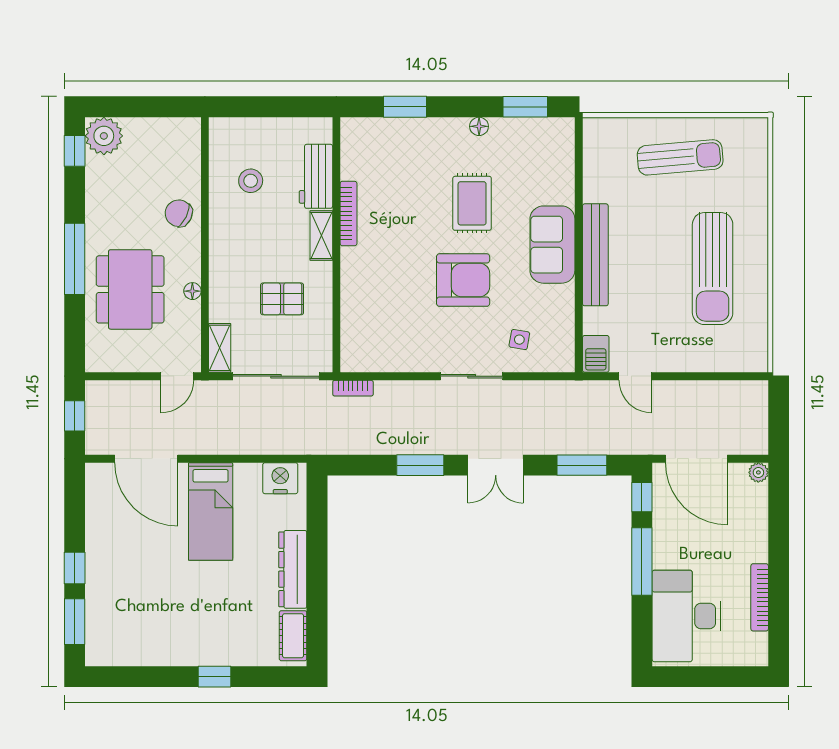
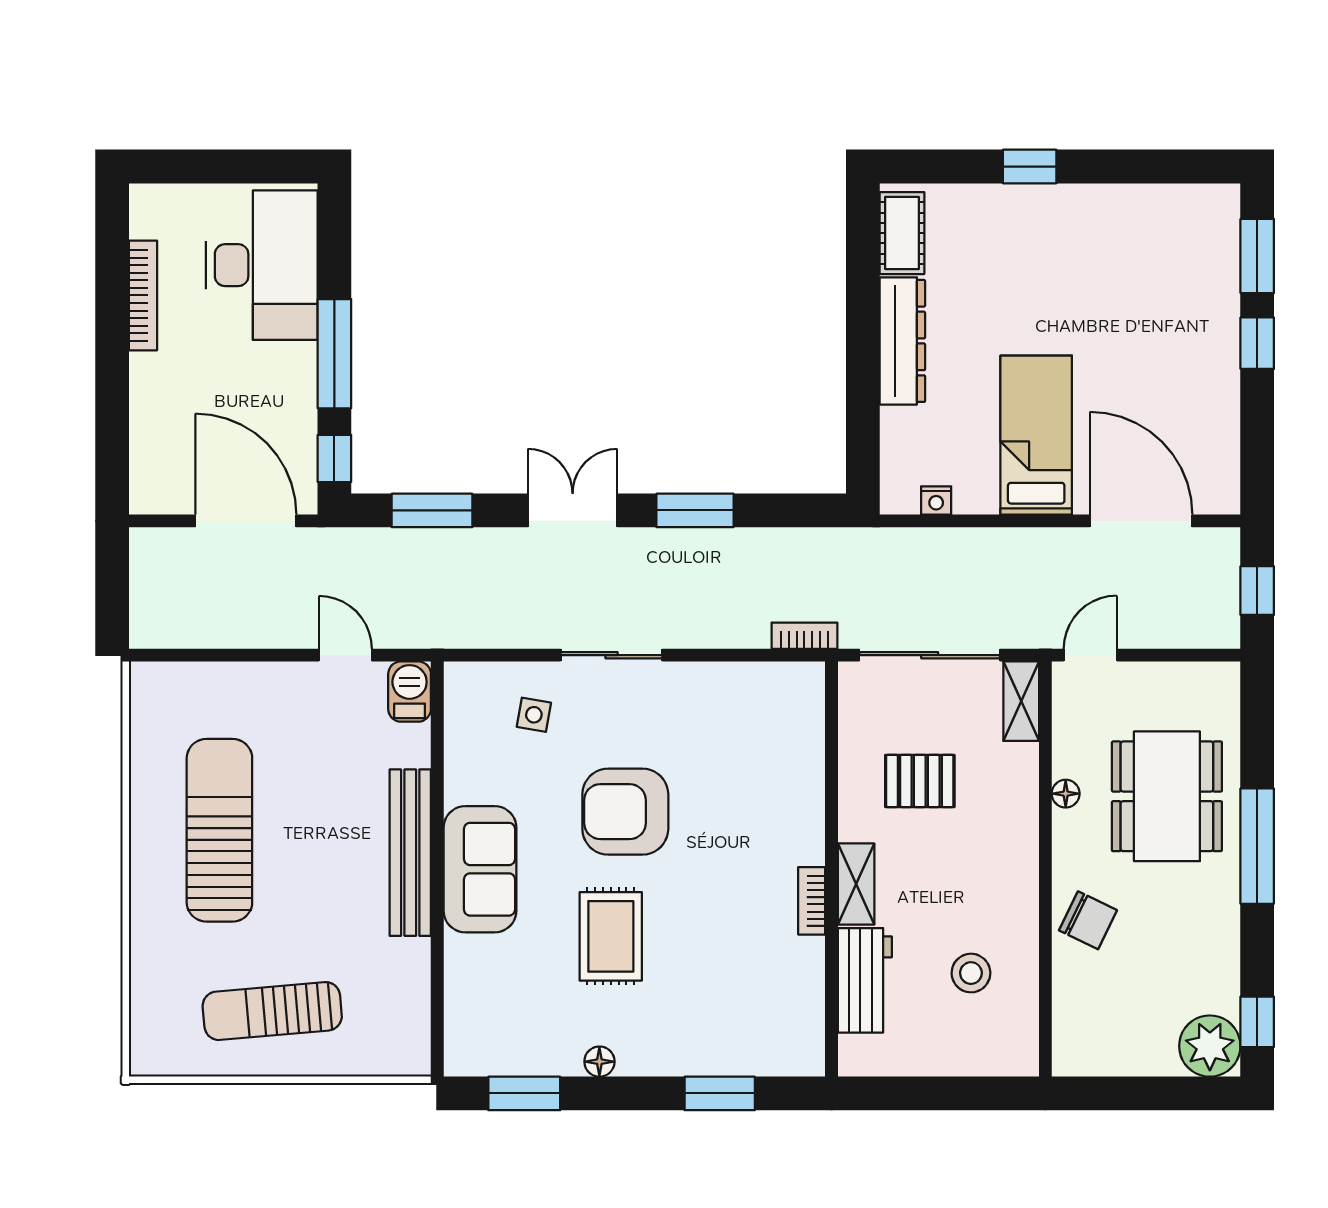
bookcase: (349, 214) -> (812, 901), width x0.64
plant: (758, 472) -> (145, 499), removed
nightstand: (280, 478) -> (936, 500), width x0.53, depth x0.56

